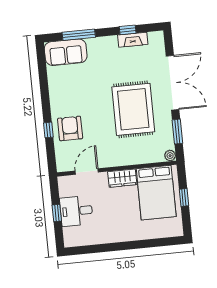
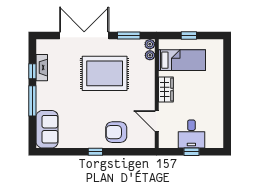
window: (79, 35) -> (32, 101), moved
window: (48, 130) -> (95, 152), moved
plant: (158, 157) -> (150, 55), added
bed: (156, 193) -> (182, 60), width x0.67

